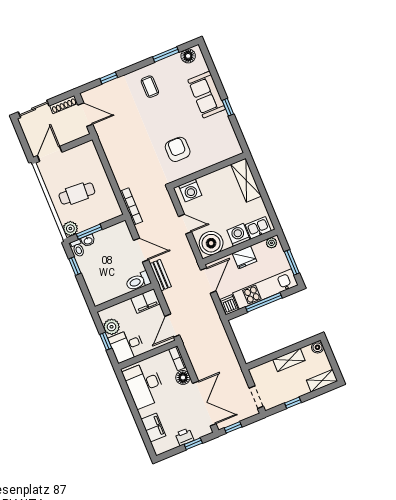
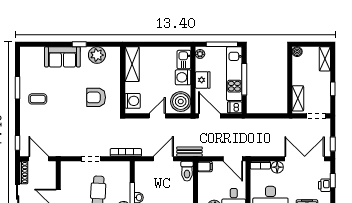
window: (166, 54) -> (18, 88), moved
floor lamp: (188, 56) -> (26, 59), removed
window: (109, 78) -> (18, 143), moved
door: (85, 115) -> (39, 159), hinge flipped
plant: (224, 131) -> (97, 55), added
doorway: (109, 171) -> (91, 159), added
shelving: (246, 180) -> (132, 64), moved, turned 90
window: (292, 262) -> (222, 44), width x1.44
filing cabinet: (145, 301) -> (205, 167), width x0.50
shelving: (289, 360) -> (298, 98), moved

